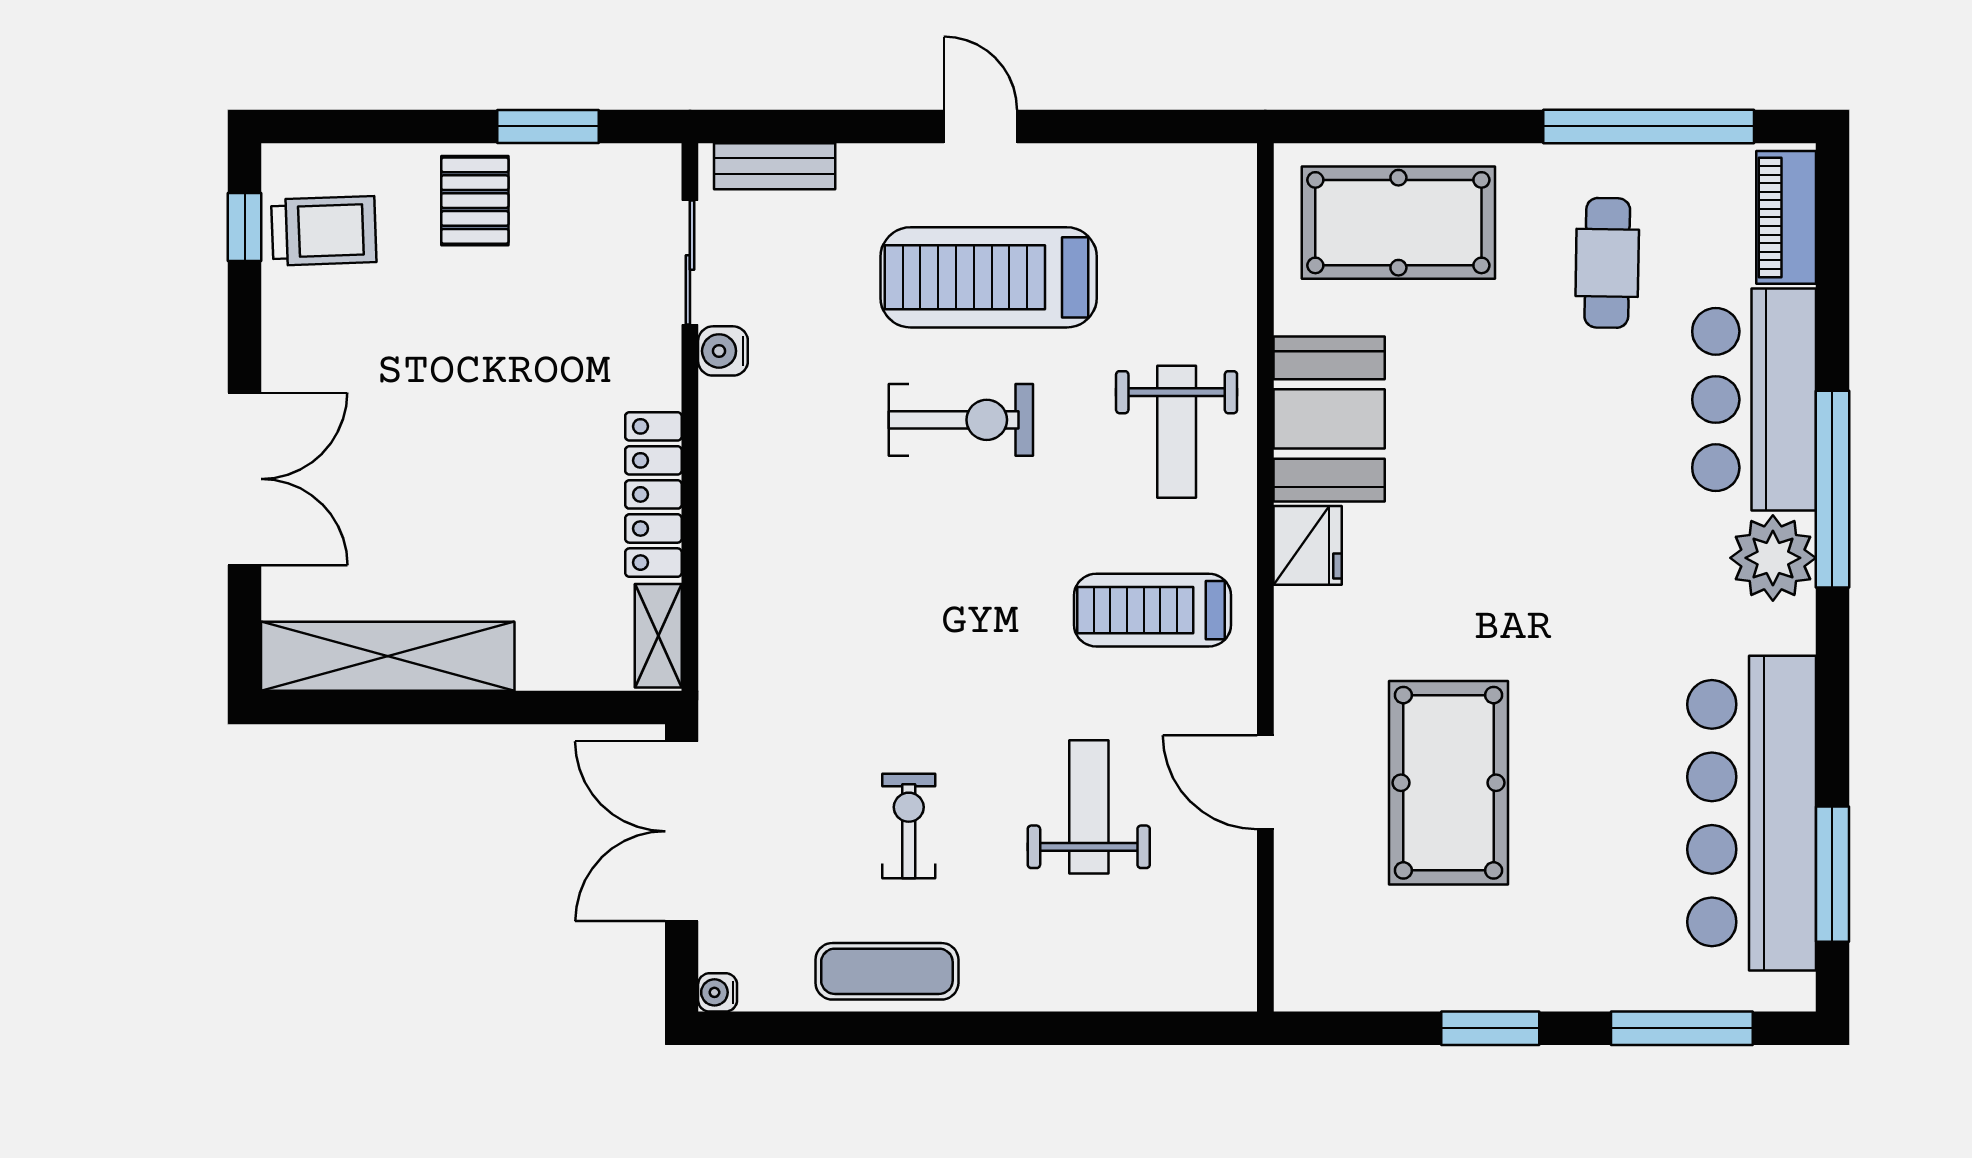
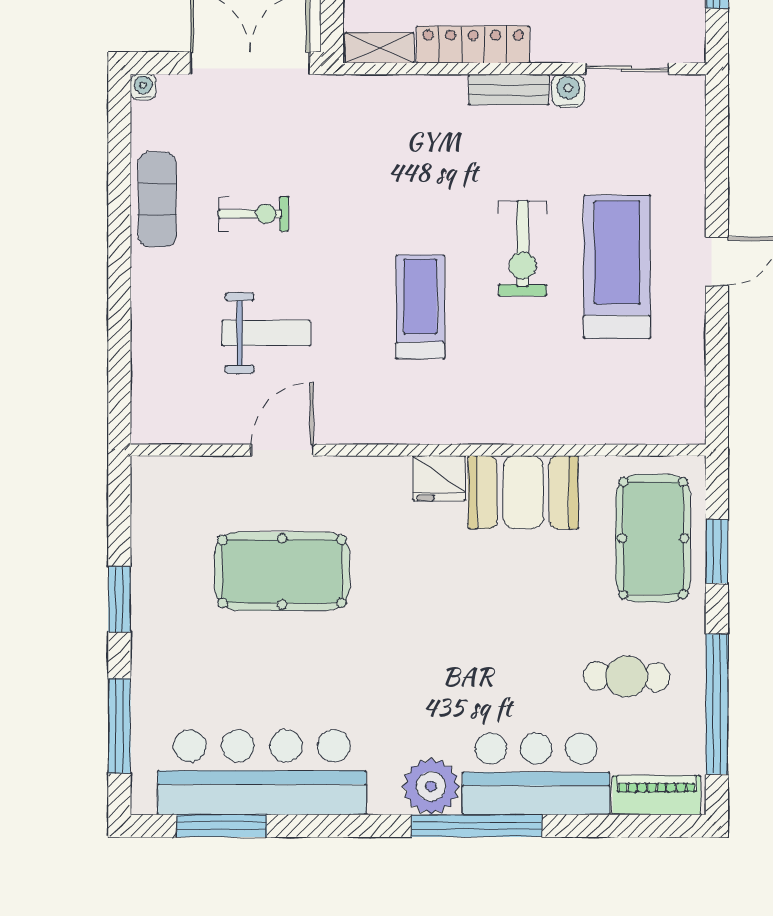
window: (1418, 126) -> (717, 551), added
bench: (775, 166) -> (509, 90), moved, turned 90
weight bench: (1177, 432) -> (515, 391), removed
treadmill: (1153, 610) -> (420, 307), moved

